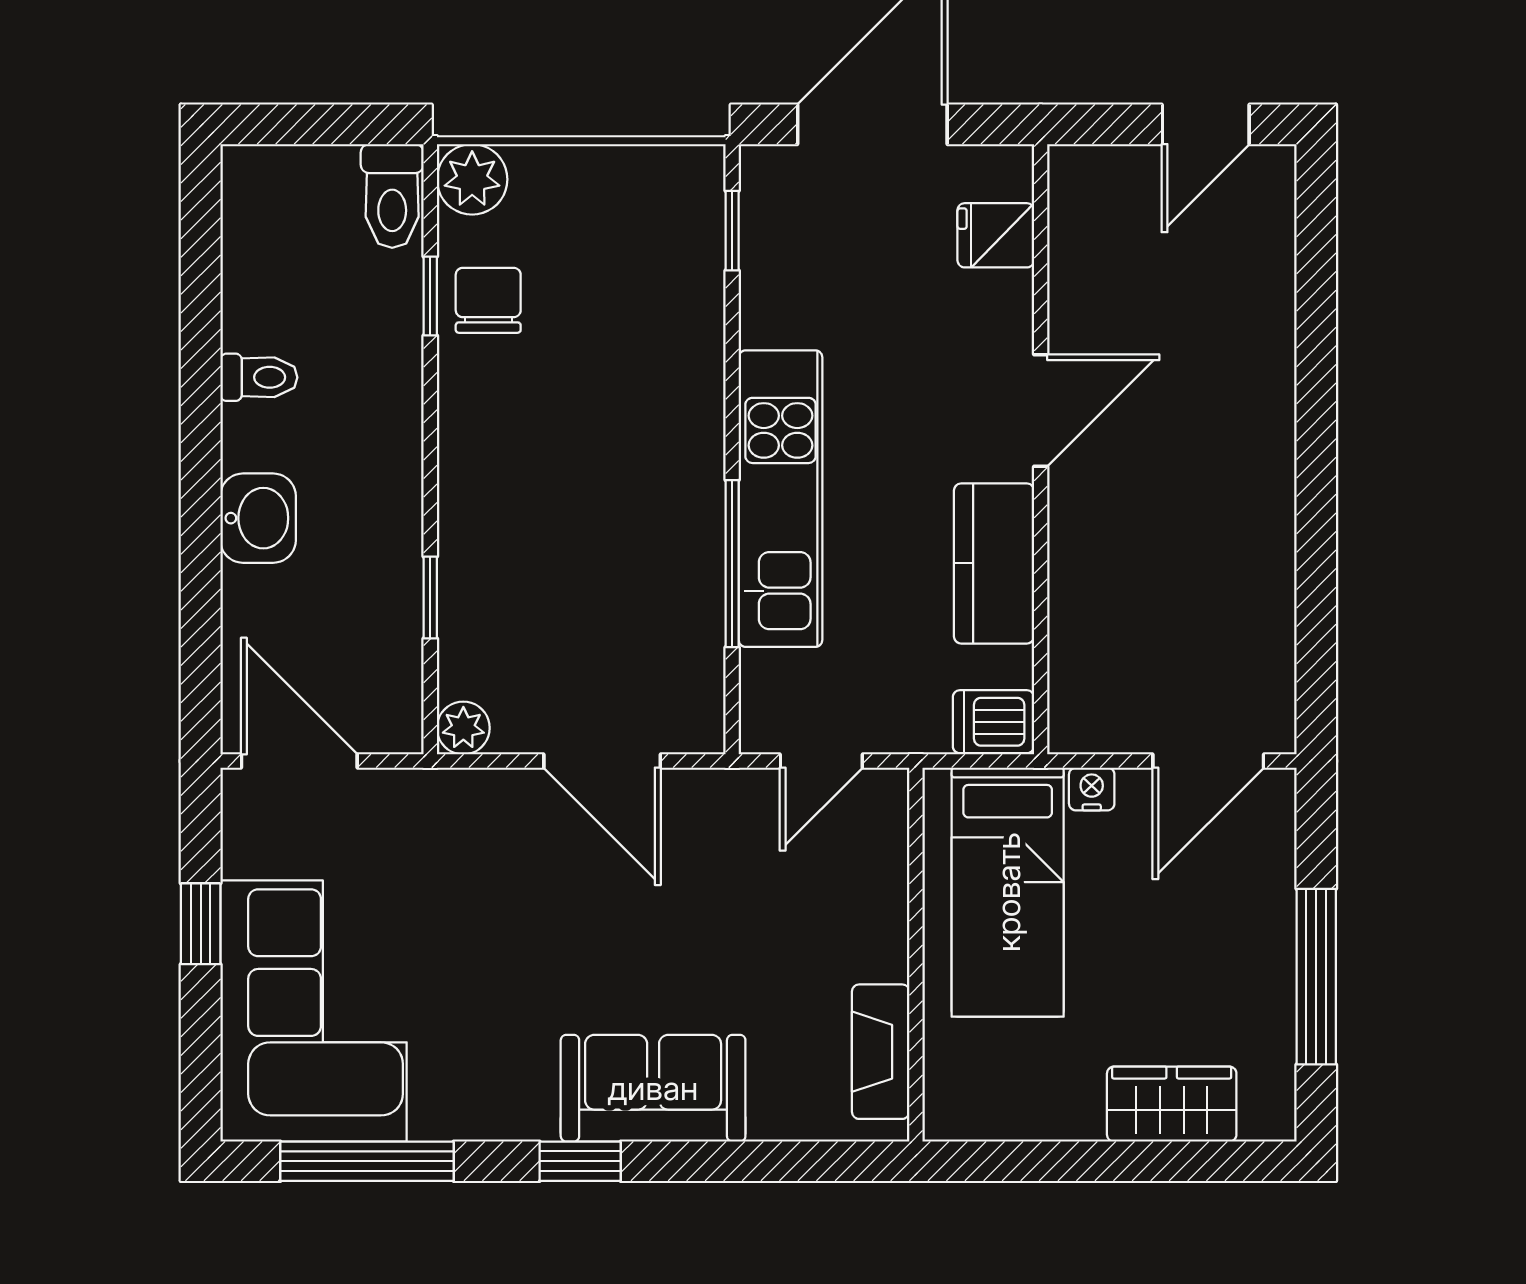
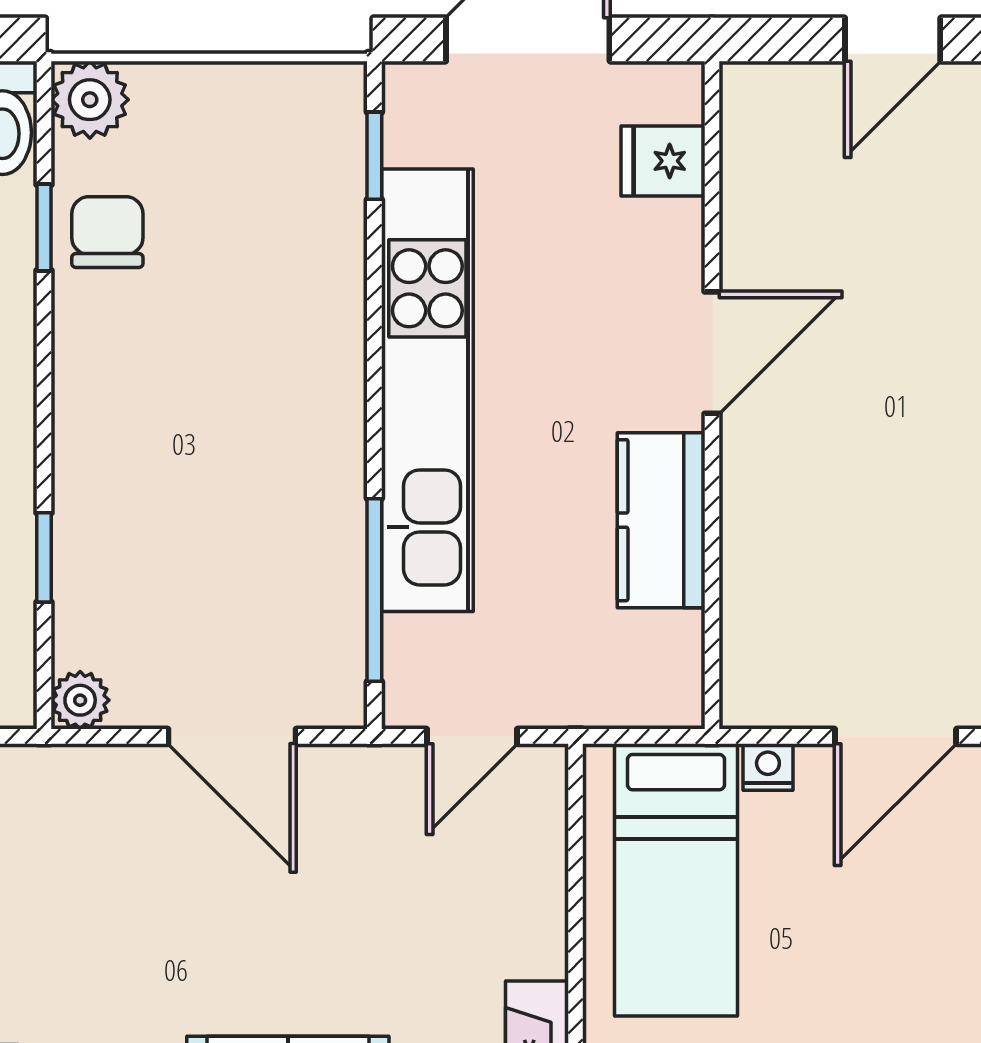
kitchen unit: (781, 499) -> (427, 390), width x1.36
window: (732, 564) -> (374, 590), moved
dishwasher: (993, 722) -> (660, 693), removed

